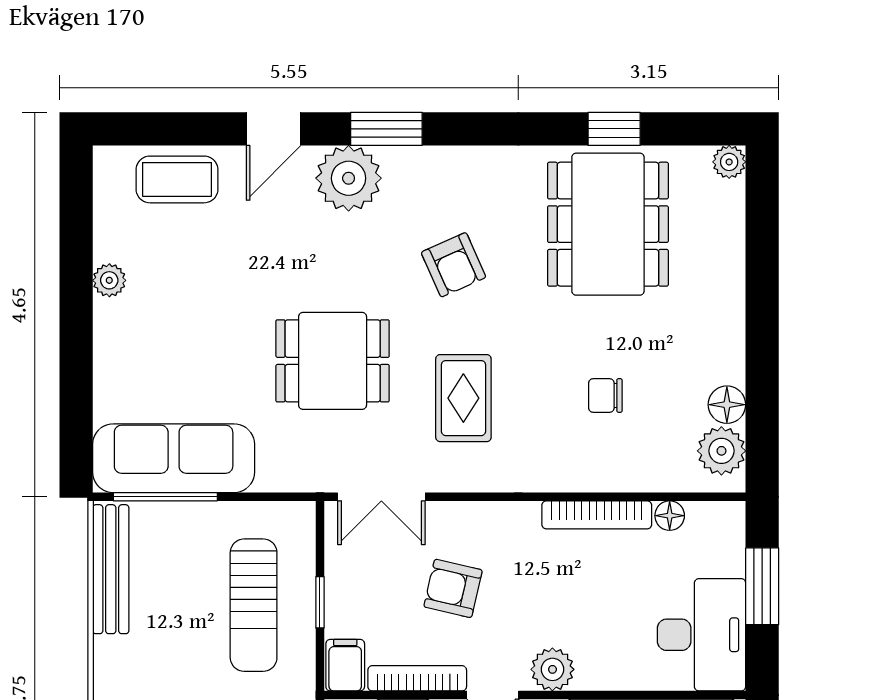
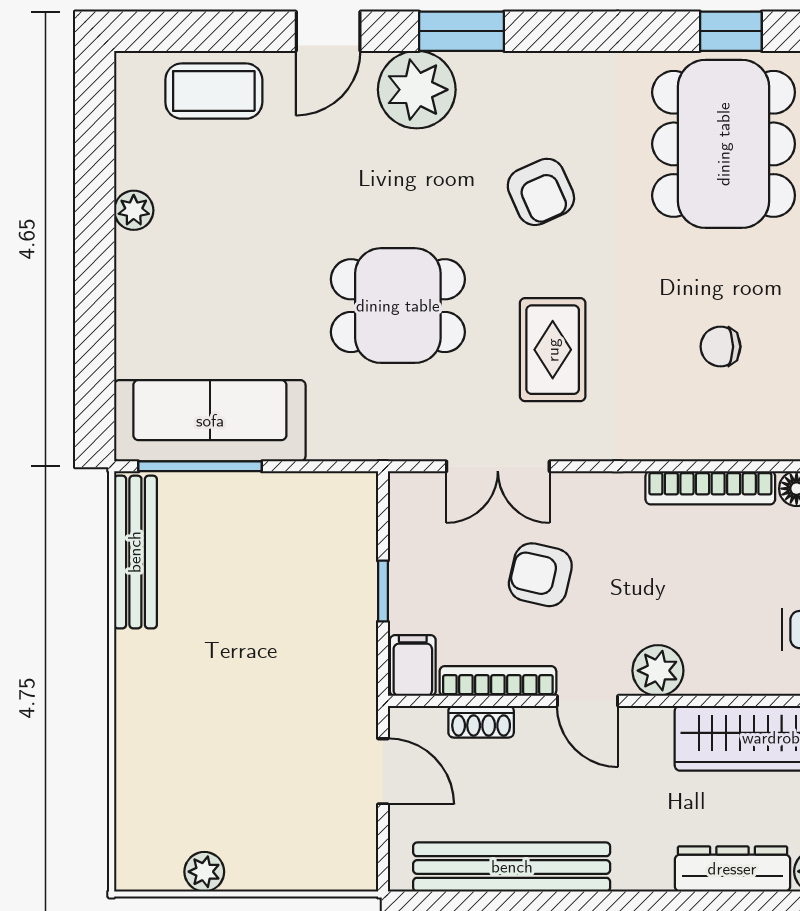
double door: (381, 497) -> (498, 466), moved
sun lounger: (254, 605) -> (304, 594), removed

